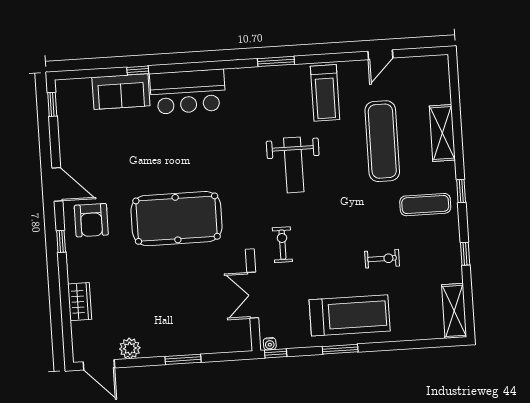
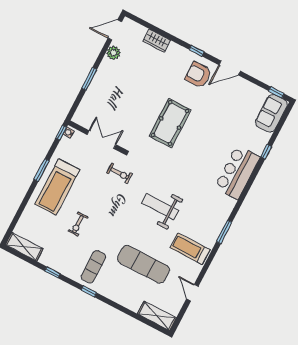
sofa: (121, 92) -> (271, 113), moved
shelving: (442, 133) -> (157, 316), moved
pool table: (177, 219) -> (170, 123), width x0.73, depth x0.76

